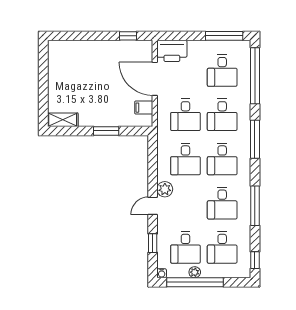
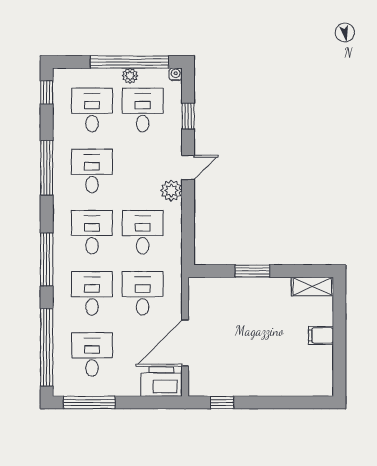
door: (155, 79) -> (185, 343), swing flipped
filing cabinet: (144, 108) -> (321, 335), moved, turned 180

